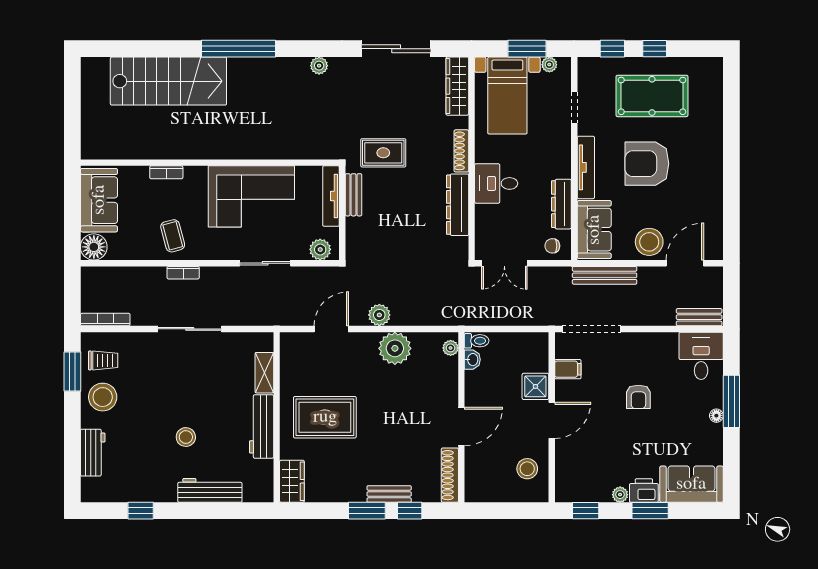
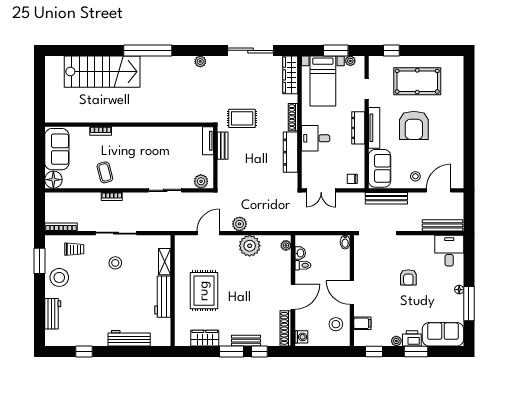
window: (655, 49) -> (419, 50), removed
armchair: (647, 164) -> (414, 125), turned -90
corner sofa: (251, 196) -> (156, 147), removed
tv unit: (331, 196) -> (208, 141), width x0.71
dresser: (561, 204) -> (358, 128), moved
stool: (649, 242) -> (415, 176), width x0.53, depth x0.53
bench: (699, 317) -> (443, 225), width x1.36
toilet: (477, 341) -> (303, 265), moved
bidet: (541, 343) -> (345, 242), added
trolley: (103, 360) -> (74, 249), moved
filing cabinet: (568, 369) -> (362, 323), moved
shower: (535, 386) -> (341, 271), removed
window: (731, 401) -> (469, 304), moved
rug: (325, 417) -> (204, 291), turned 90
door: (552, 420) -> (352, 293), swing flipped
stool: (186, 437) -> (115, 263), moved
wardrobe: (292, 481) -> (205, 338), moved, turned -90
washing machine: (474, 488) -> (301, 337), added

